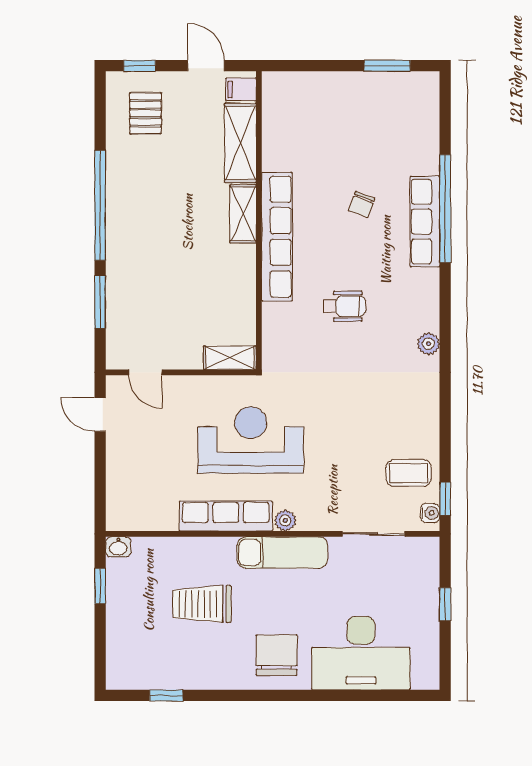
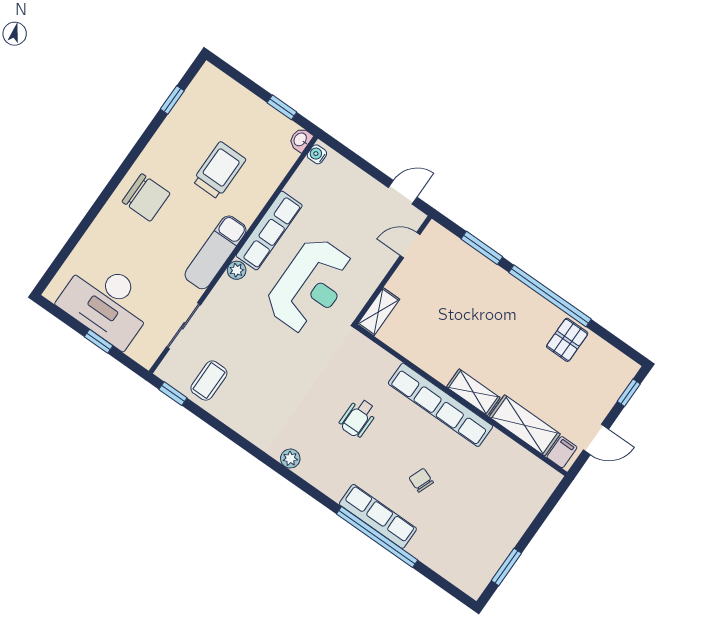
pallet: (145, 113) -> (567, 340), moved, turned 90
water cooler: (430, 513) -> (317, 154), moved, turned 90
desk: (361, 653) -> (107, 303), moved, turned -90

